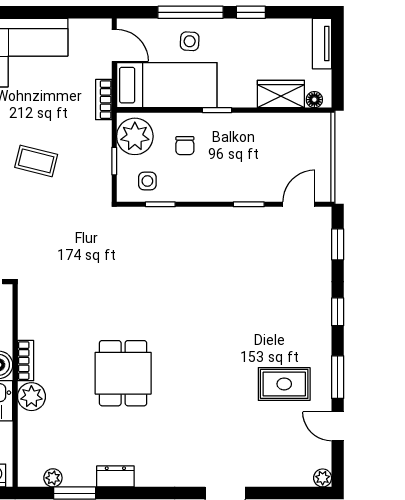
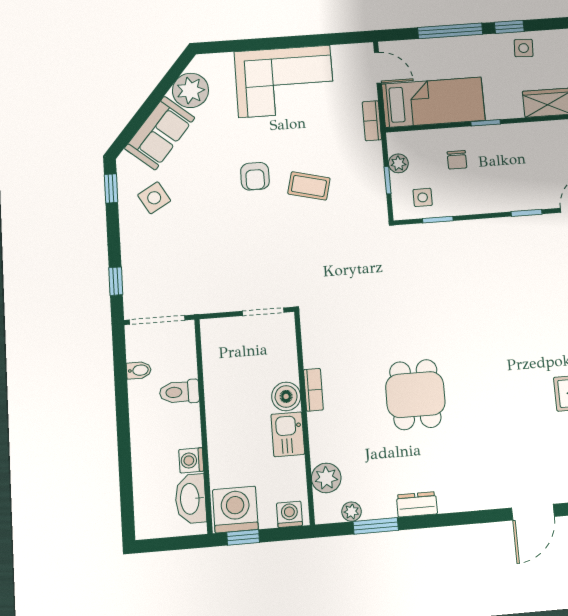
side table: (190, 41) -> (524, 48), moved
plant: (135, 136) -> (398, 163), width x0.53, depth x0.53
plant: (31, 397) -> (326, 478), moved

